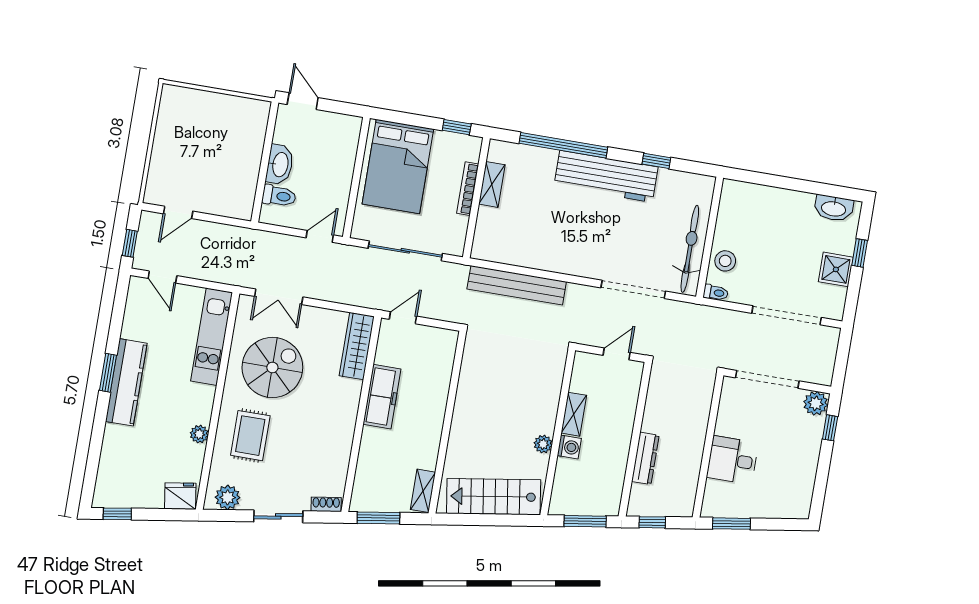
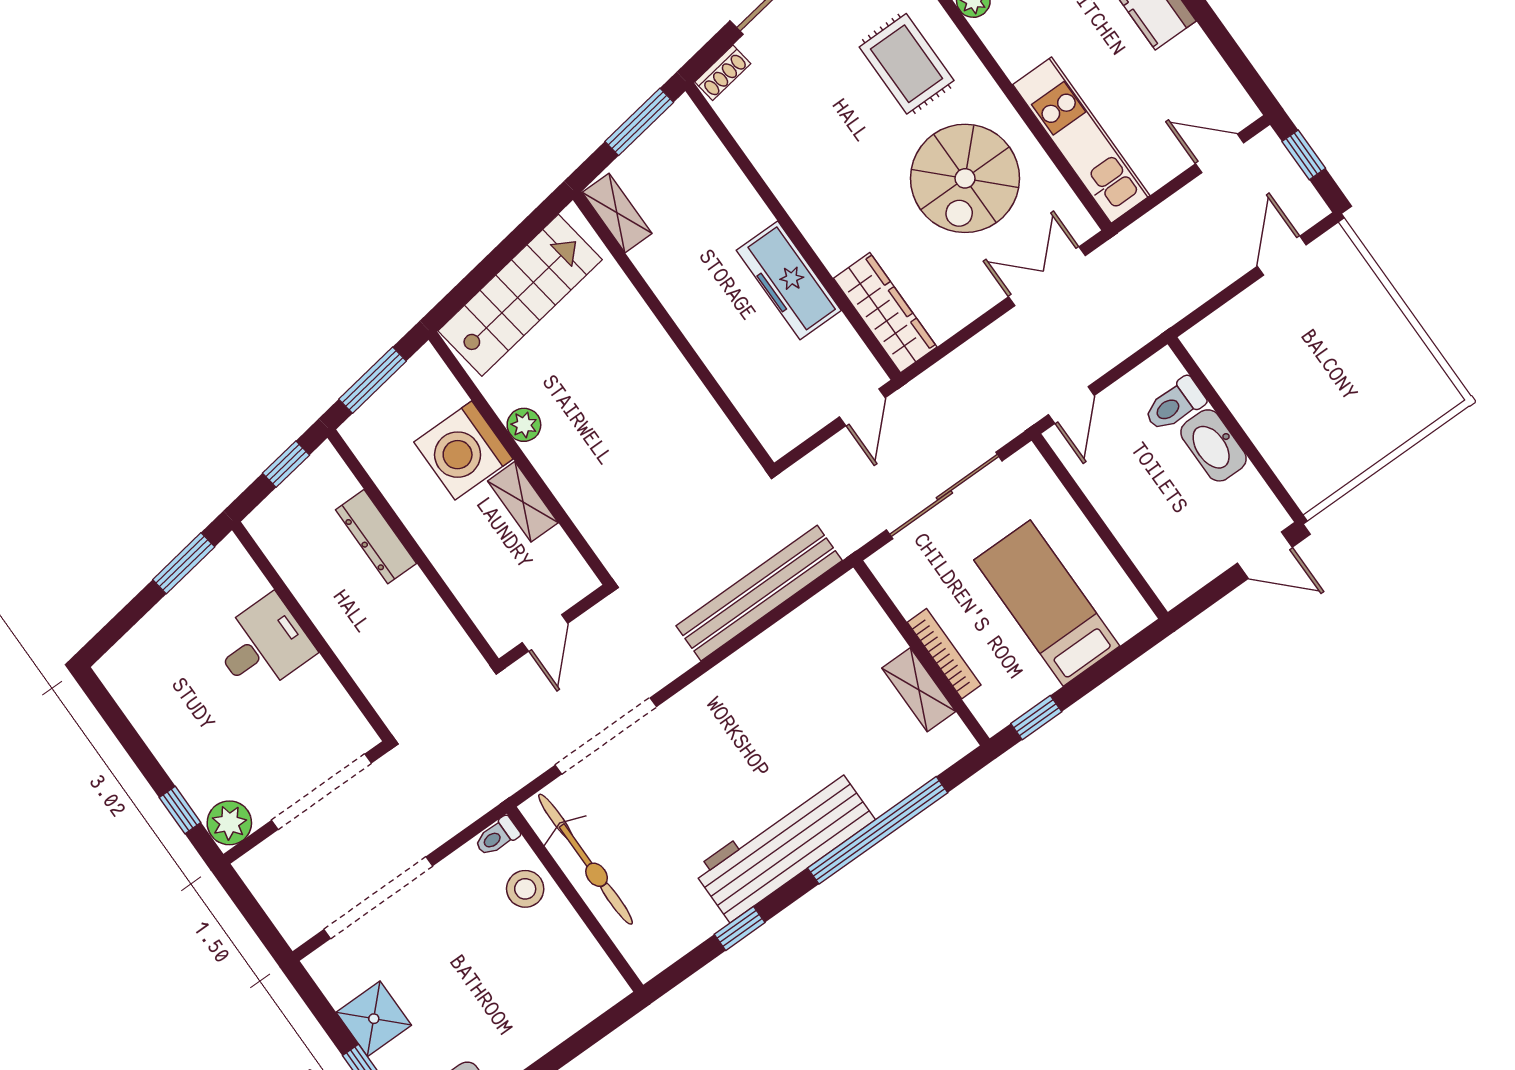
bed: (398, 167) -> (1047, 603), width x0.67
washing machine: (569, 447) -> (463, 450), width x1.89, depth x1.89

